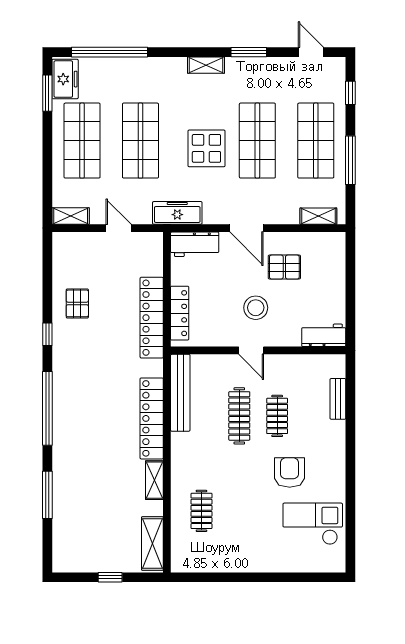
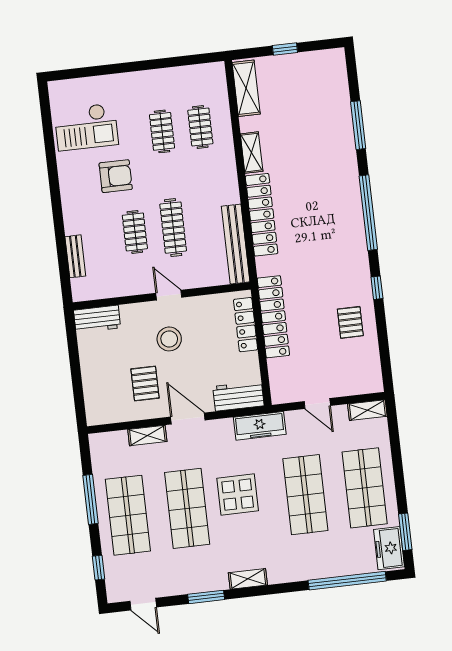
shelving: (318, 216) -> (147, 436), moved
pallet: (284, 267) -> (145, 384), turned 90
armchair: (290, 472) -> (116, 176), turned -90
clothes rail: (239, 511) -> (162, 131), added

